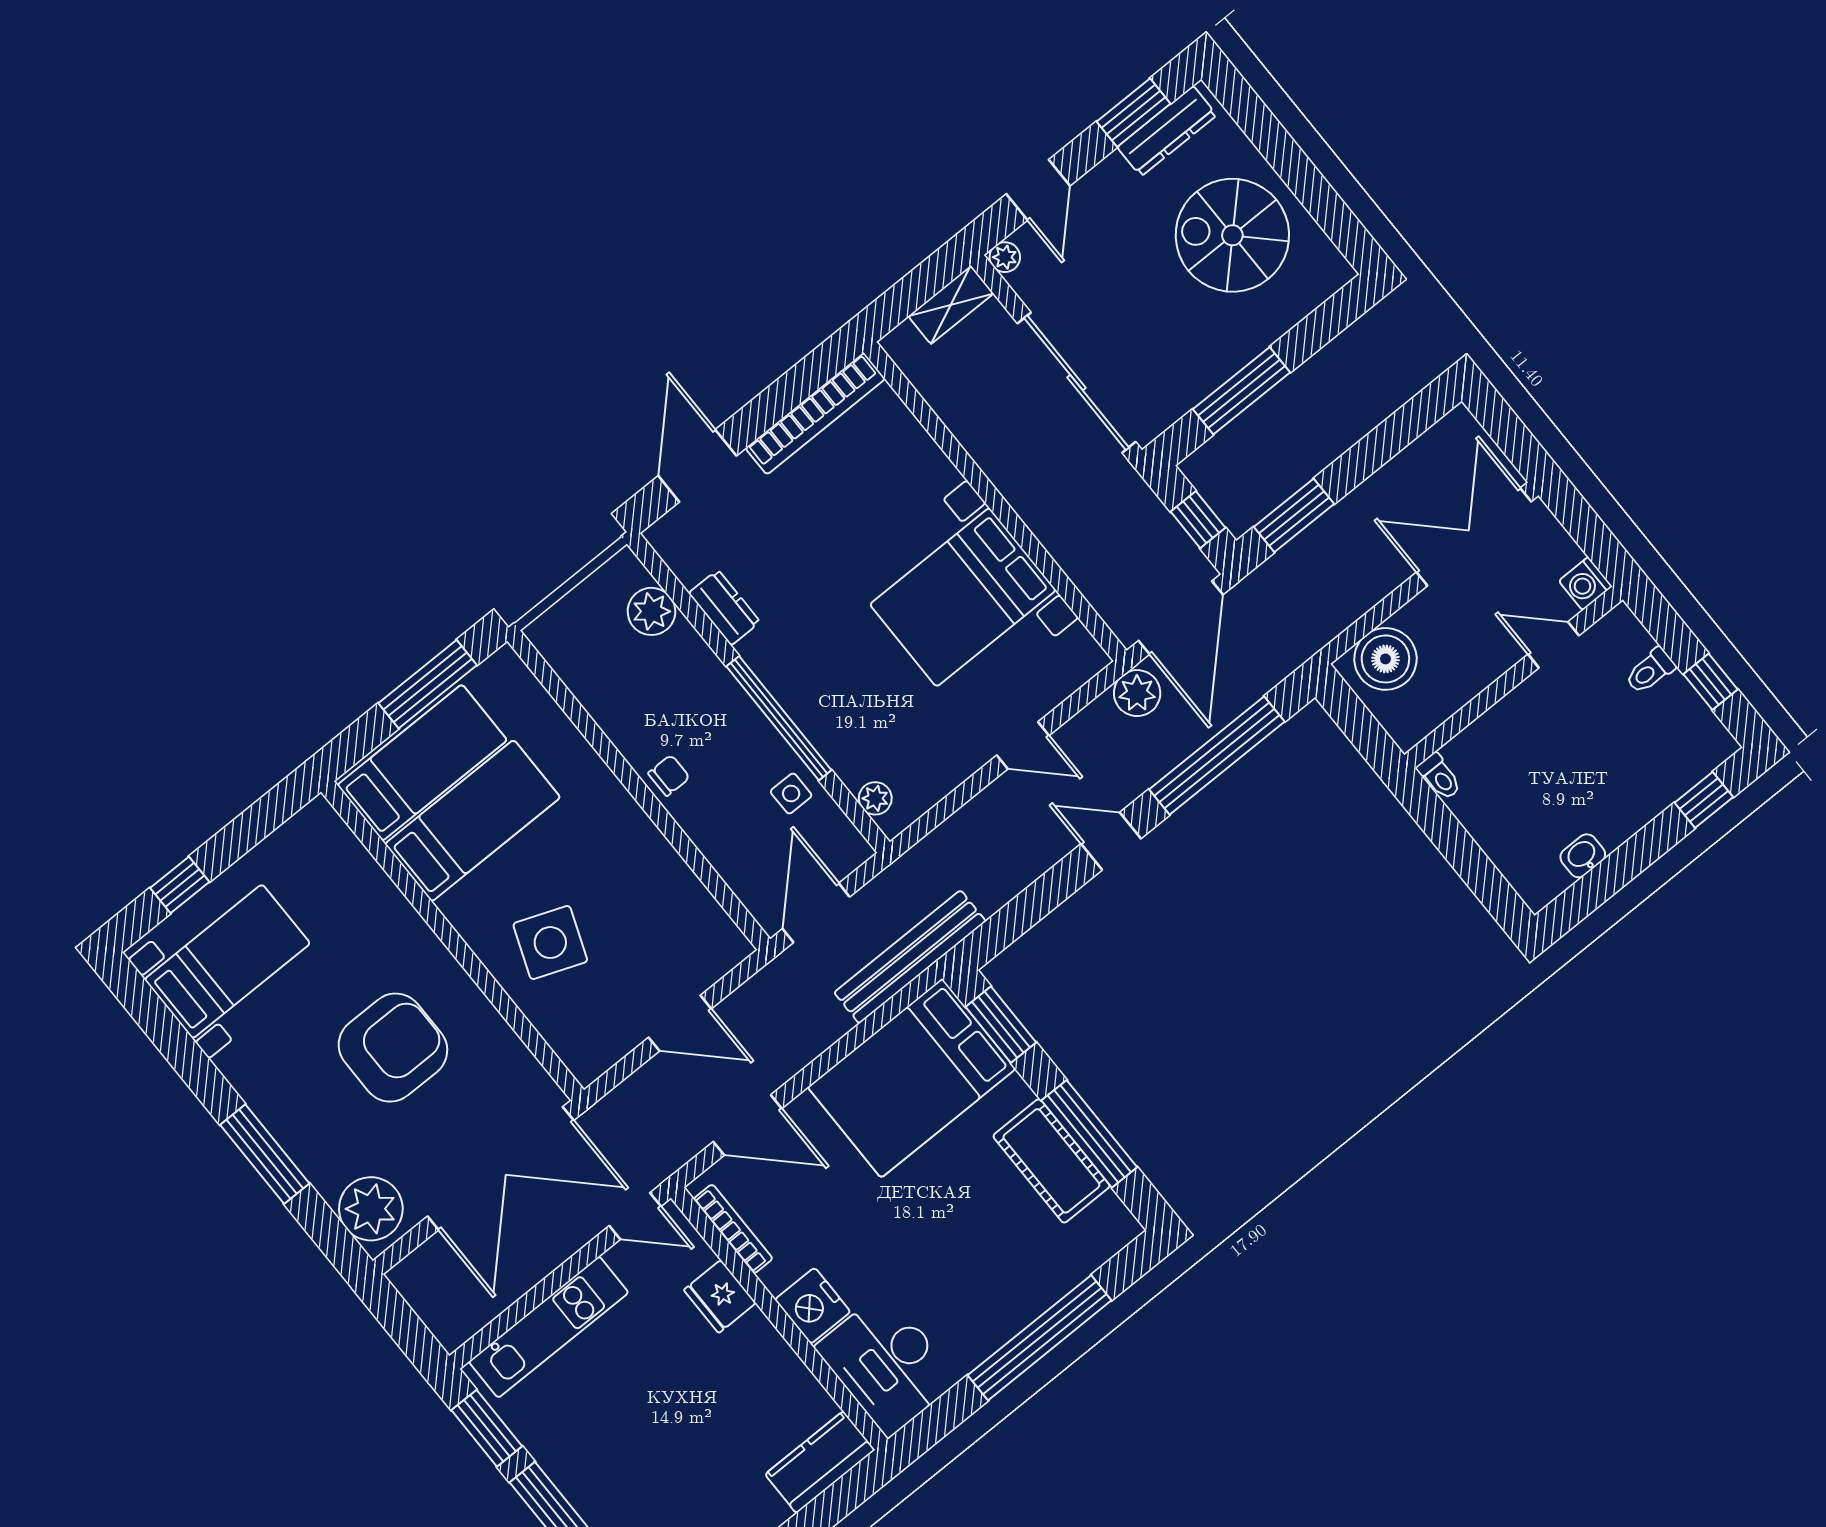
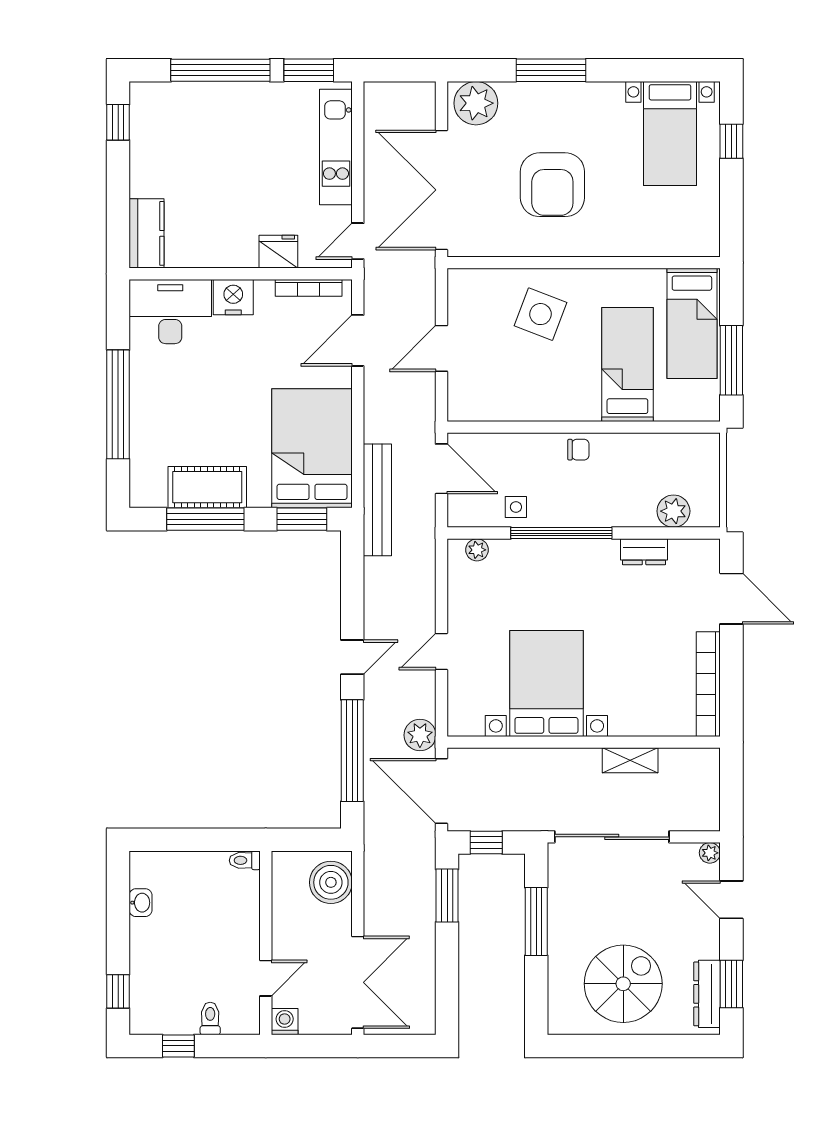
shelving: (951, 305) -> (630, 760), moved, turned 90
chair: (669, 775) -> (578, 450), turned -90
bed: (473, 821) -> (627, 364), moved, turned 180

